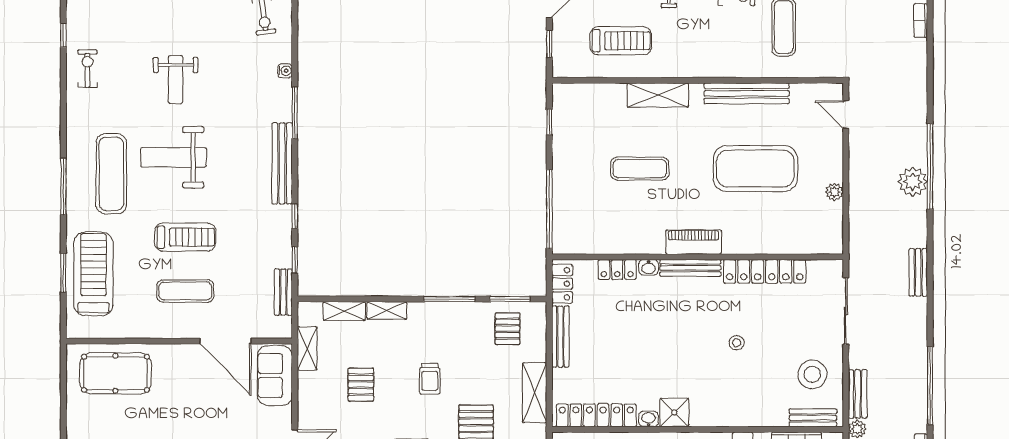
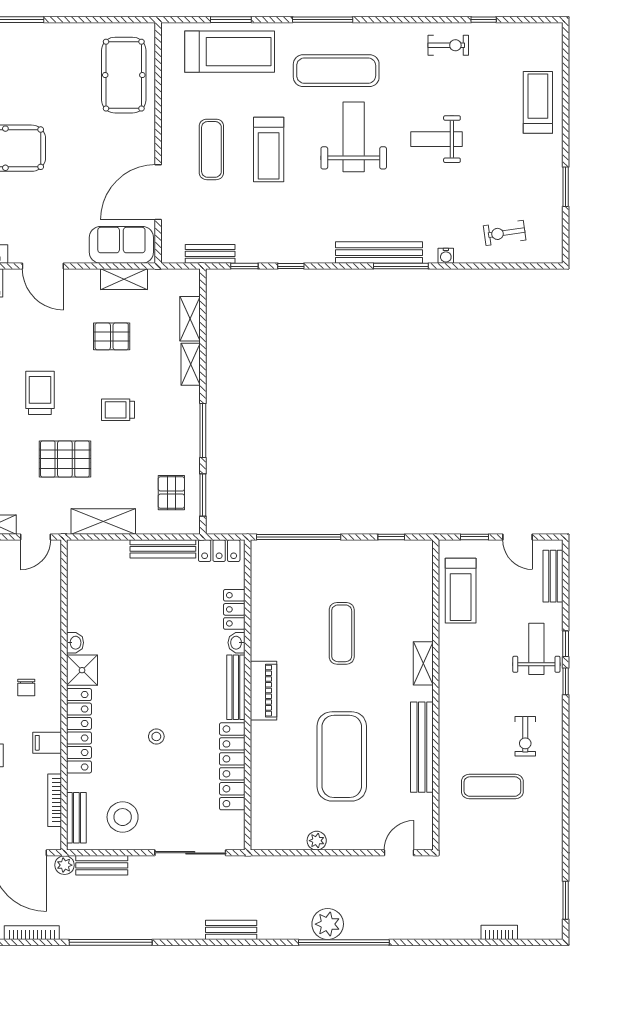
treadmill: (621, 41) -> (461, 591), moved
shelving: (658, 95) -> (423, 663), width x0.67, depth x0.75
bench: (282, 163) -> (379, 253), moved
pallet: (508, 329) -> (171, 493), turned 90
shelving: (307, 348) -> (124, 279), moved
locker: (596, 415) -> (79, 731), moved

